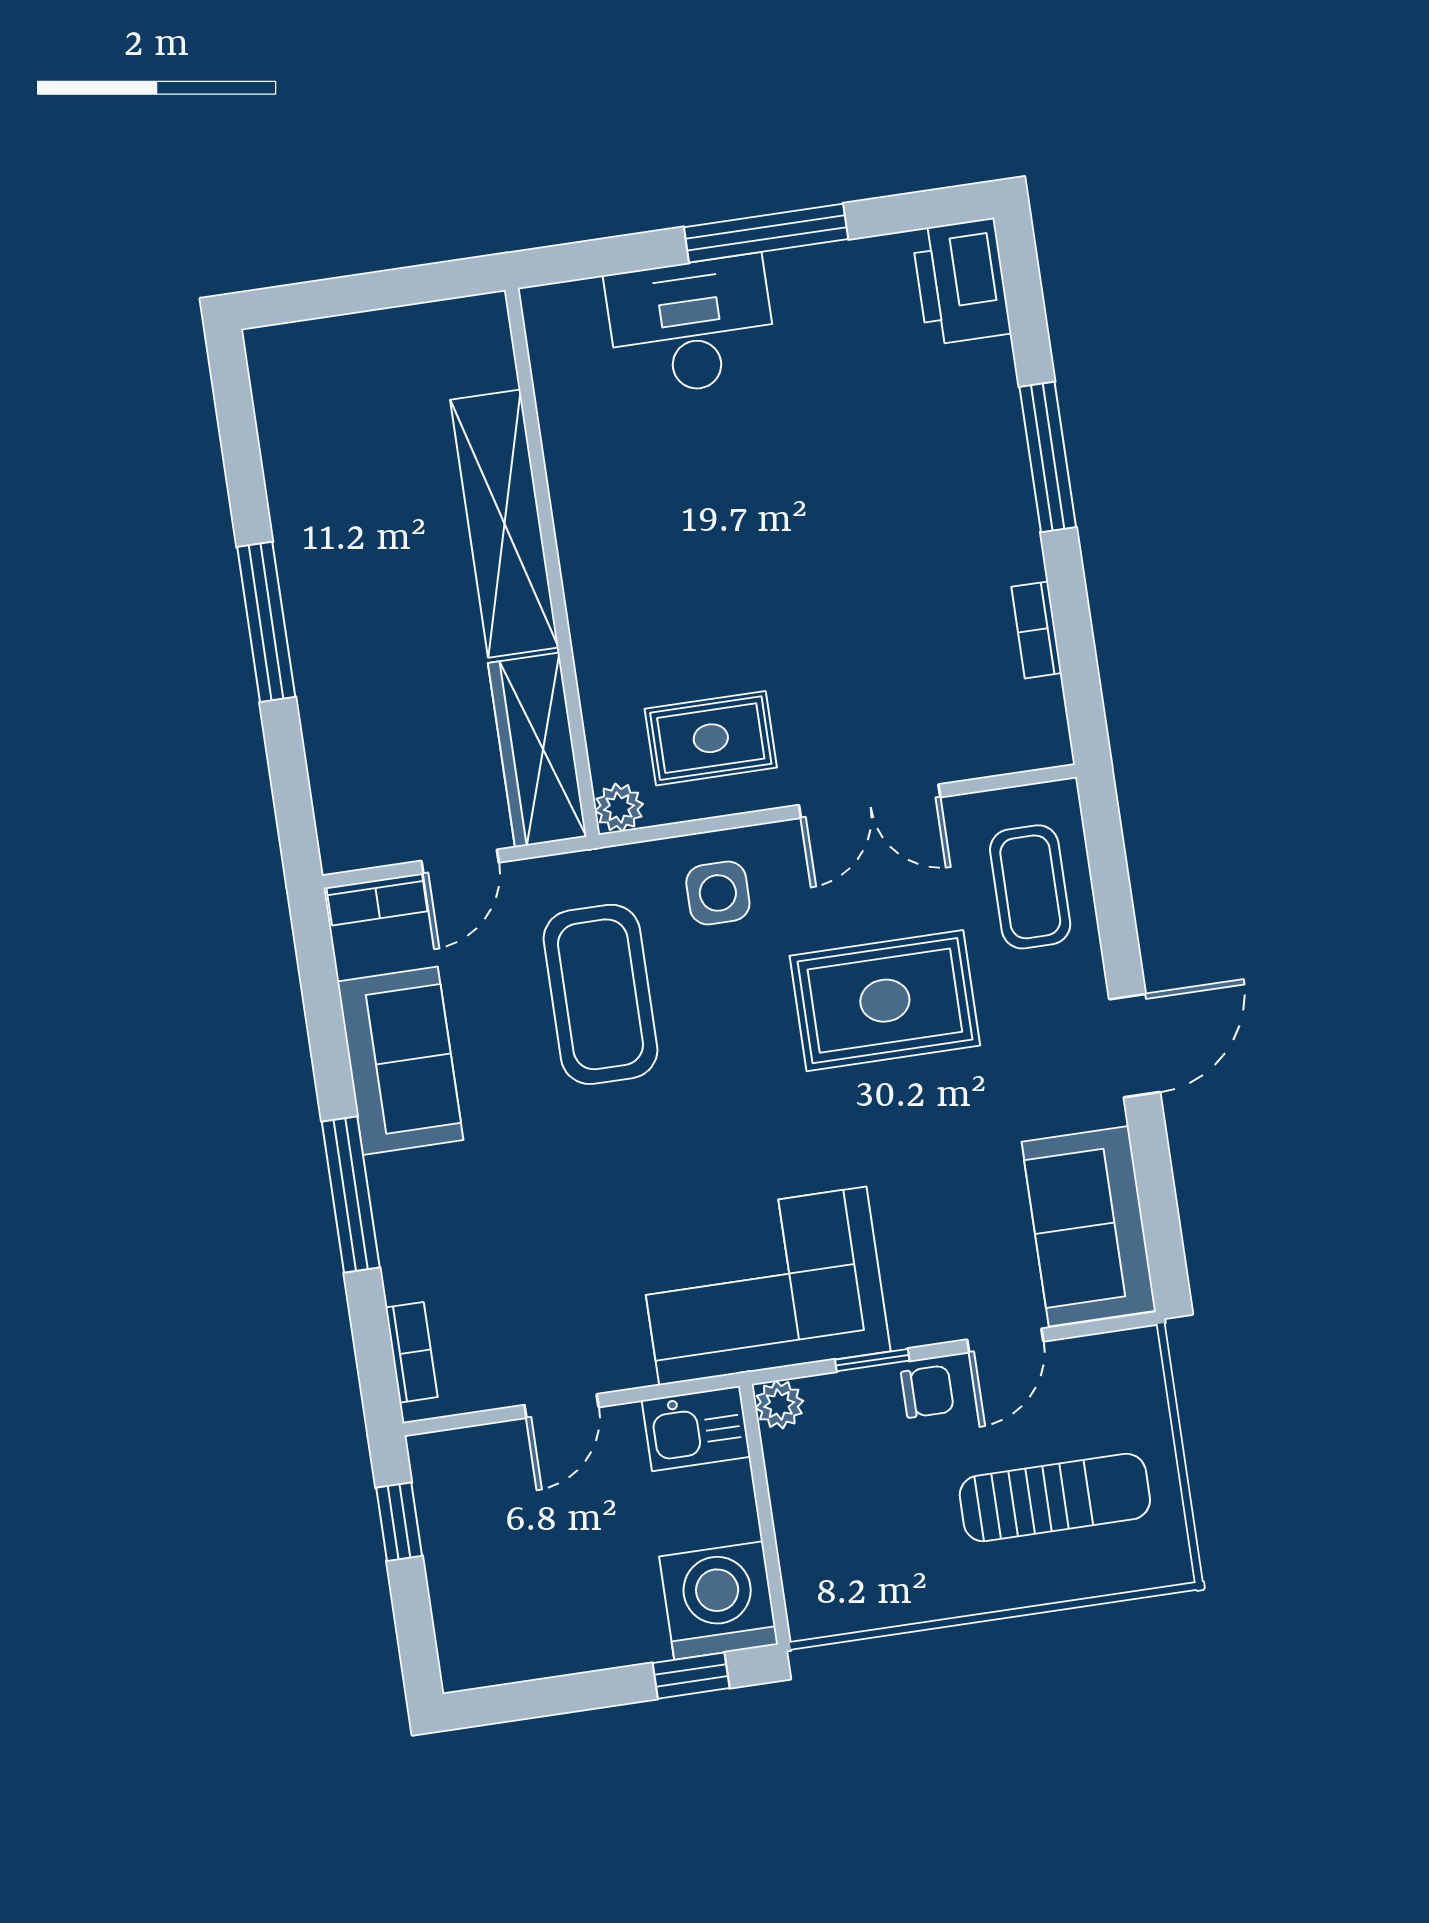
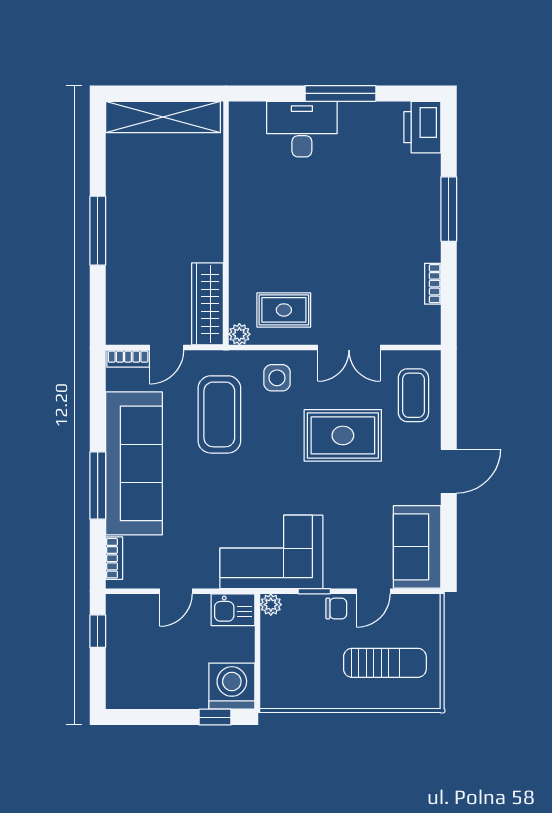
shelving: (504, 524) -> (163, 117), moved, turned 90
sofa: (400, 1061) -> (134, 463), width x1.85, depth x1.27

